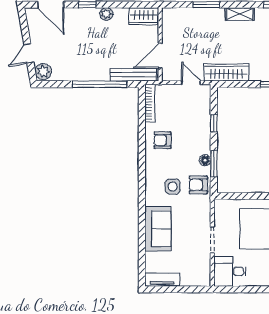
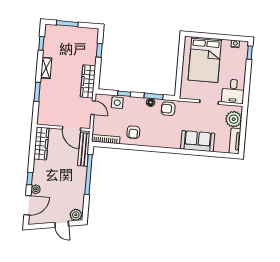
plant: (106, 14) -> (36, 189), moved
wardrobe: (144, 16) -> (41, 143), width x1.50
door: (191, 83) -> (93, 108), swing flipped
armchair: (198, 185) -> (168, 109), turned 90
side table: (173, 187) -> (117, 103), moved
plant: (192, 275) -> (234, 119), added

